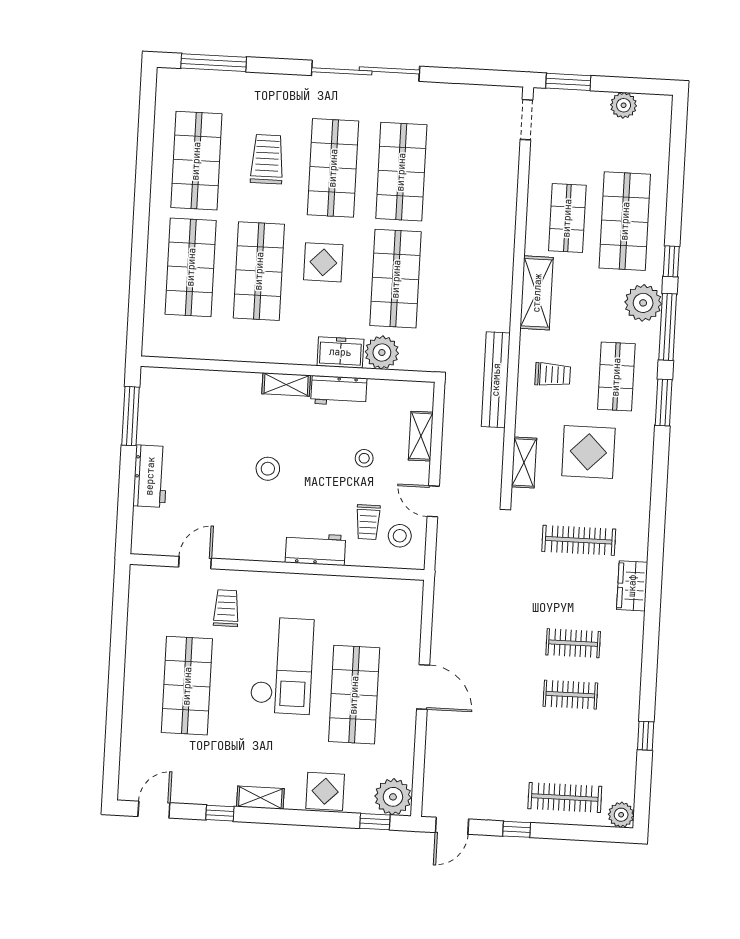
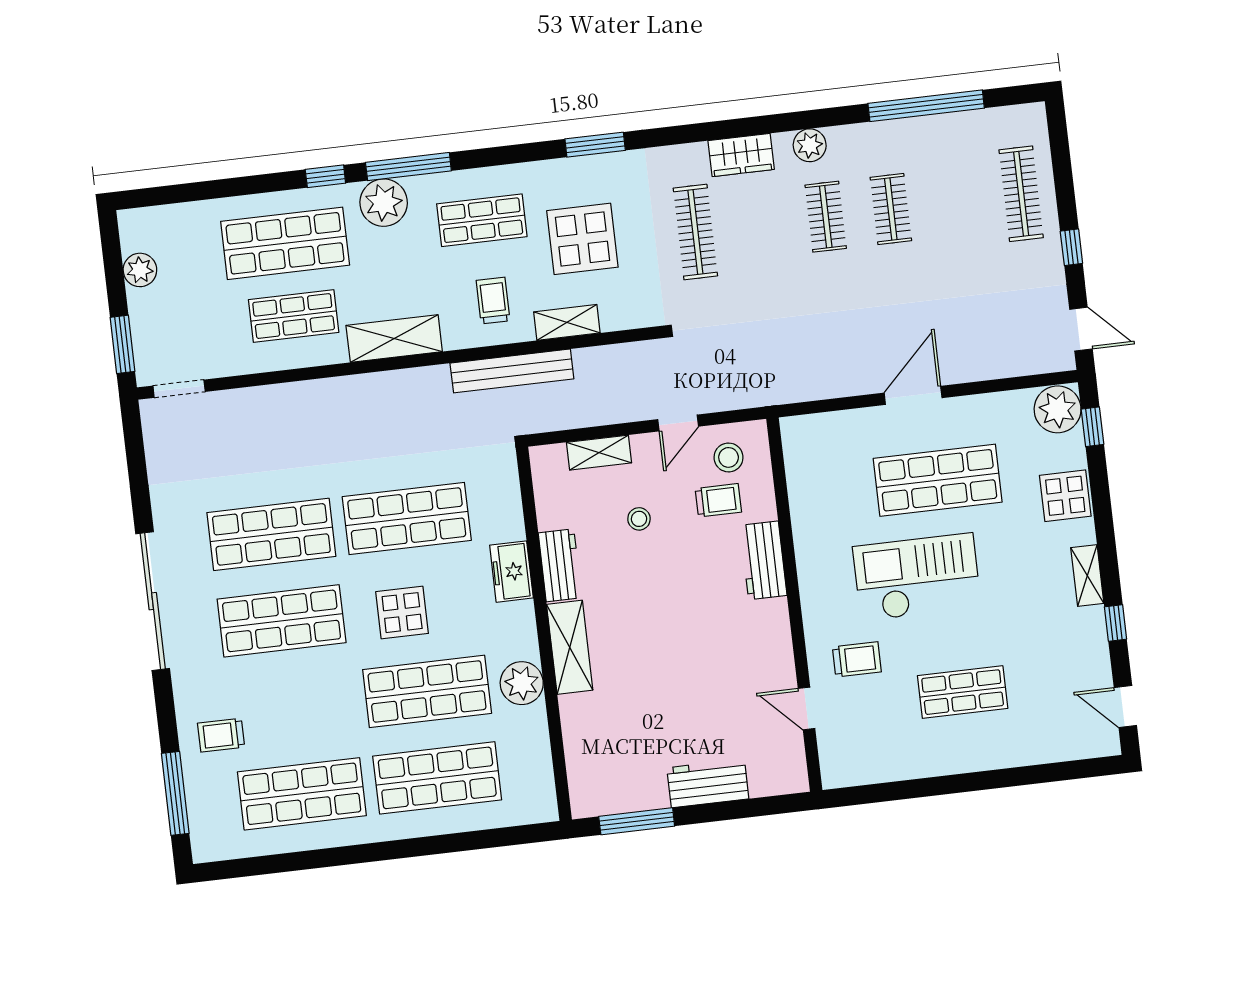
trolley: (267, 159) -> (221, 735), moved, width x0.73, depth x0.72
plant: (382, 352) -> (522, 683), moved
shelving: (286, 385) -> (570, 647), width x1.50, depth x1.33
window: (664, 403) -> (595, 145), moved
shelving: (524, 462) -> (567, 322), moved
stool: (268, 469) -> (673, 637), removed
trolley: (226, 608) -> (857, 659), turned 180
shop shelf: (187, 686) -> (963, 692), width x0.70, depth x0.74
window: (646, 736) -> (926, 106), width x3.17
plant: (621, 815) -> (810, 145), moved

